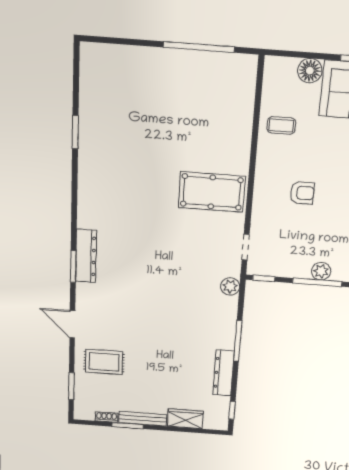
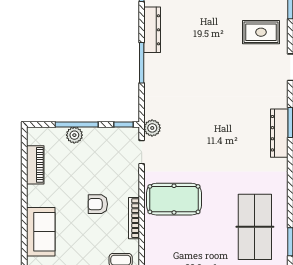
table tennis table: (117, 153) -> (255, 227), added
bookcase: (261, 174) -> (134, 218), added
plant: (230, 286) -> (152, 128), moved

